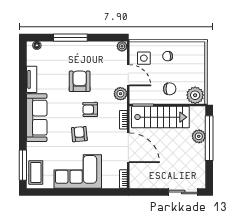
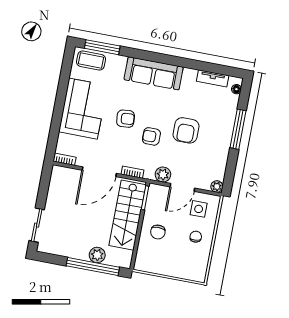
tv unit: (32, 79) -> (213, 78), moved
armchair: (80, 81) -> (186, 130), turned 90
plant: (195, 95) -> (145, 260), removed
armchair: (90, 109) -> (151, 136), turned -89

